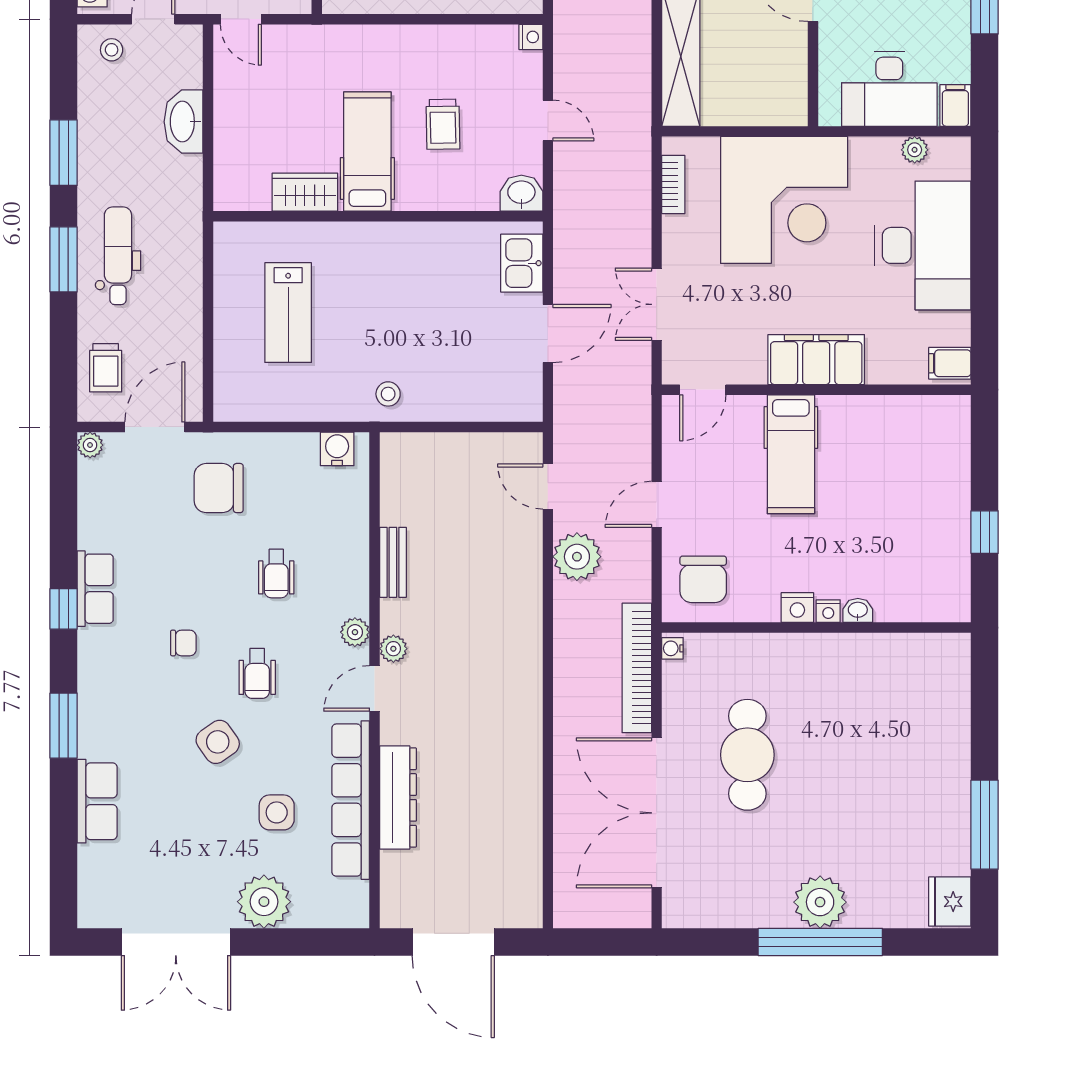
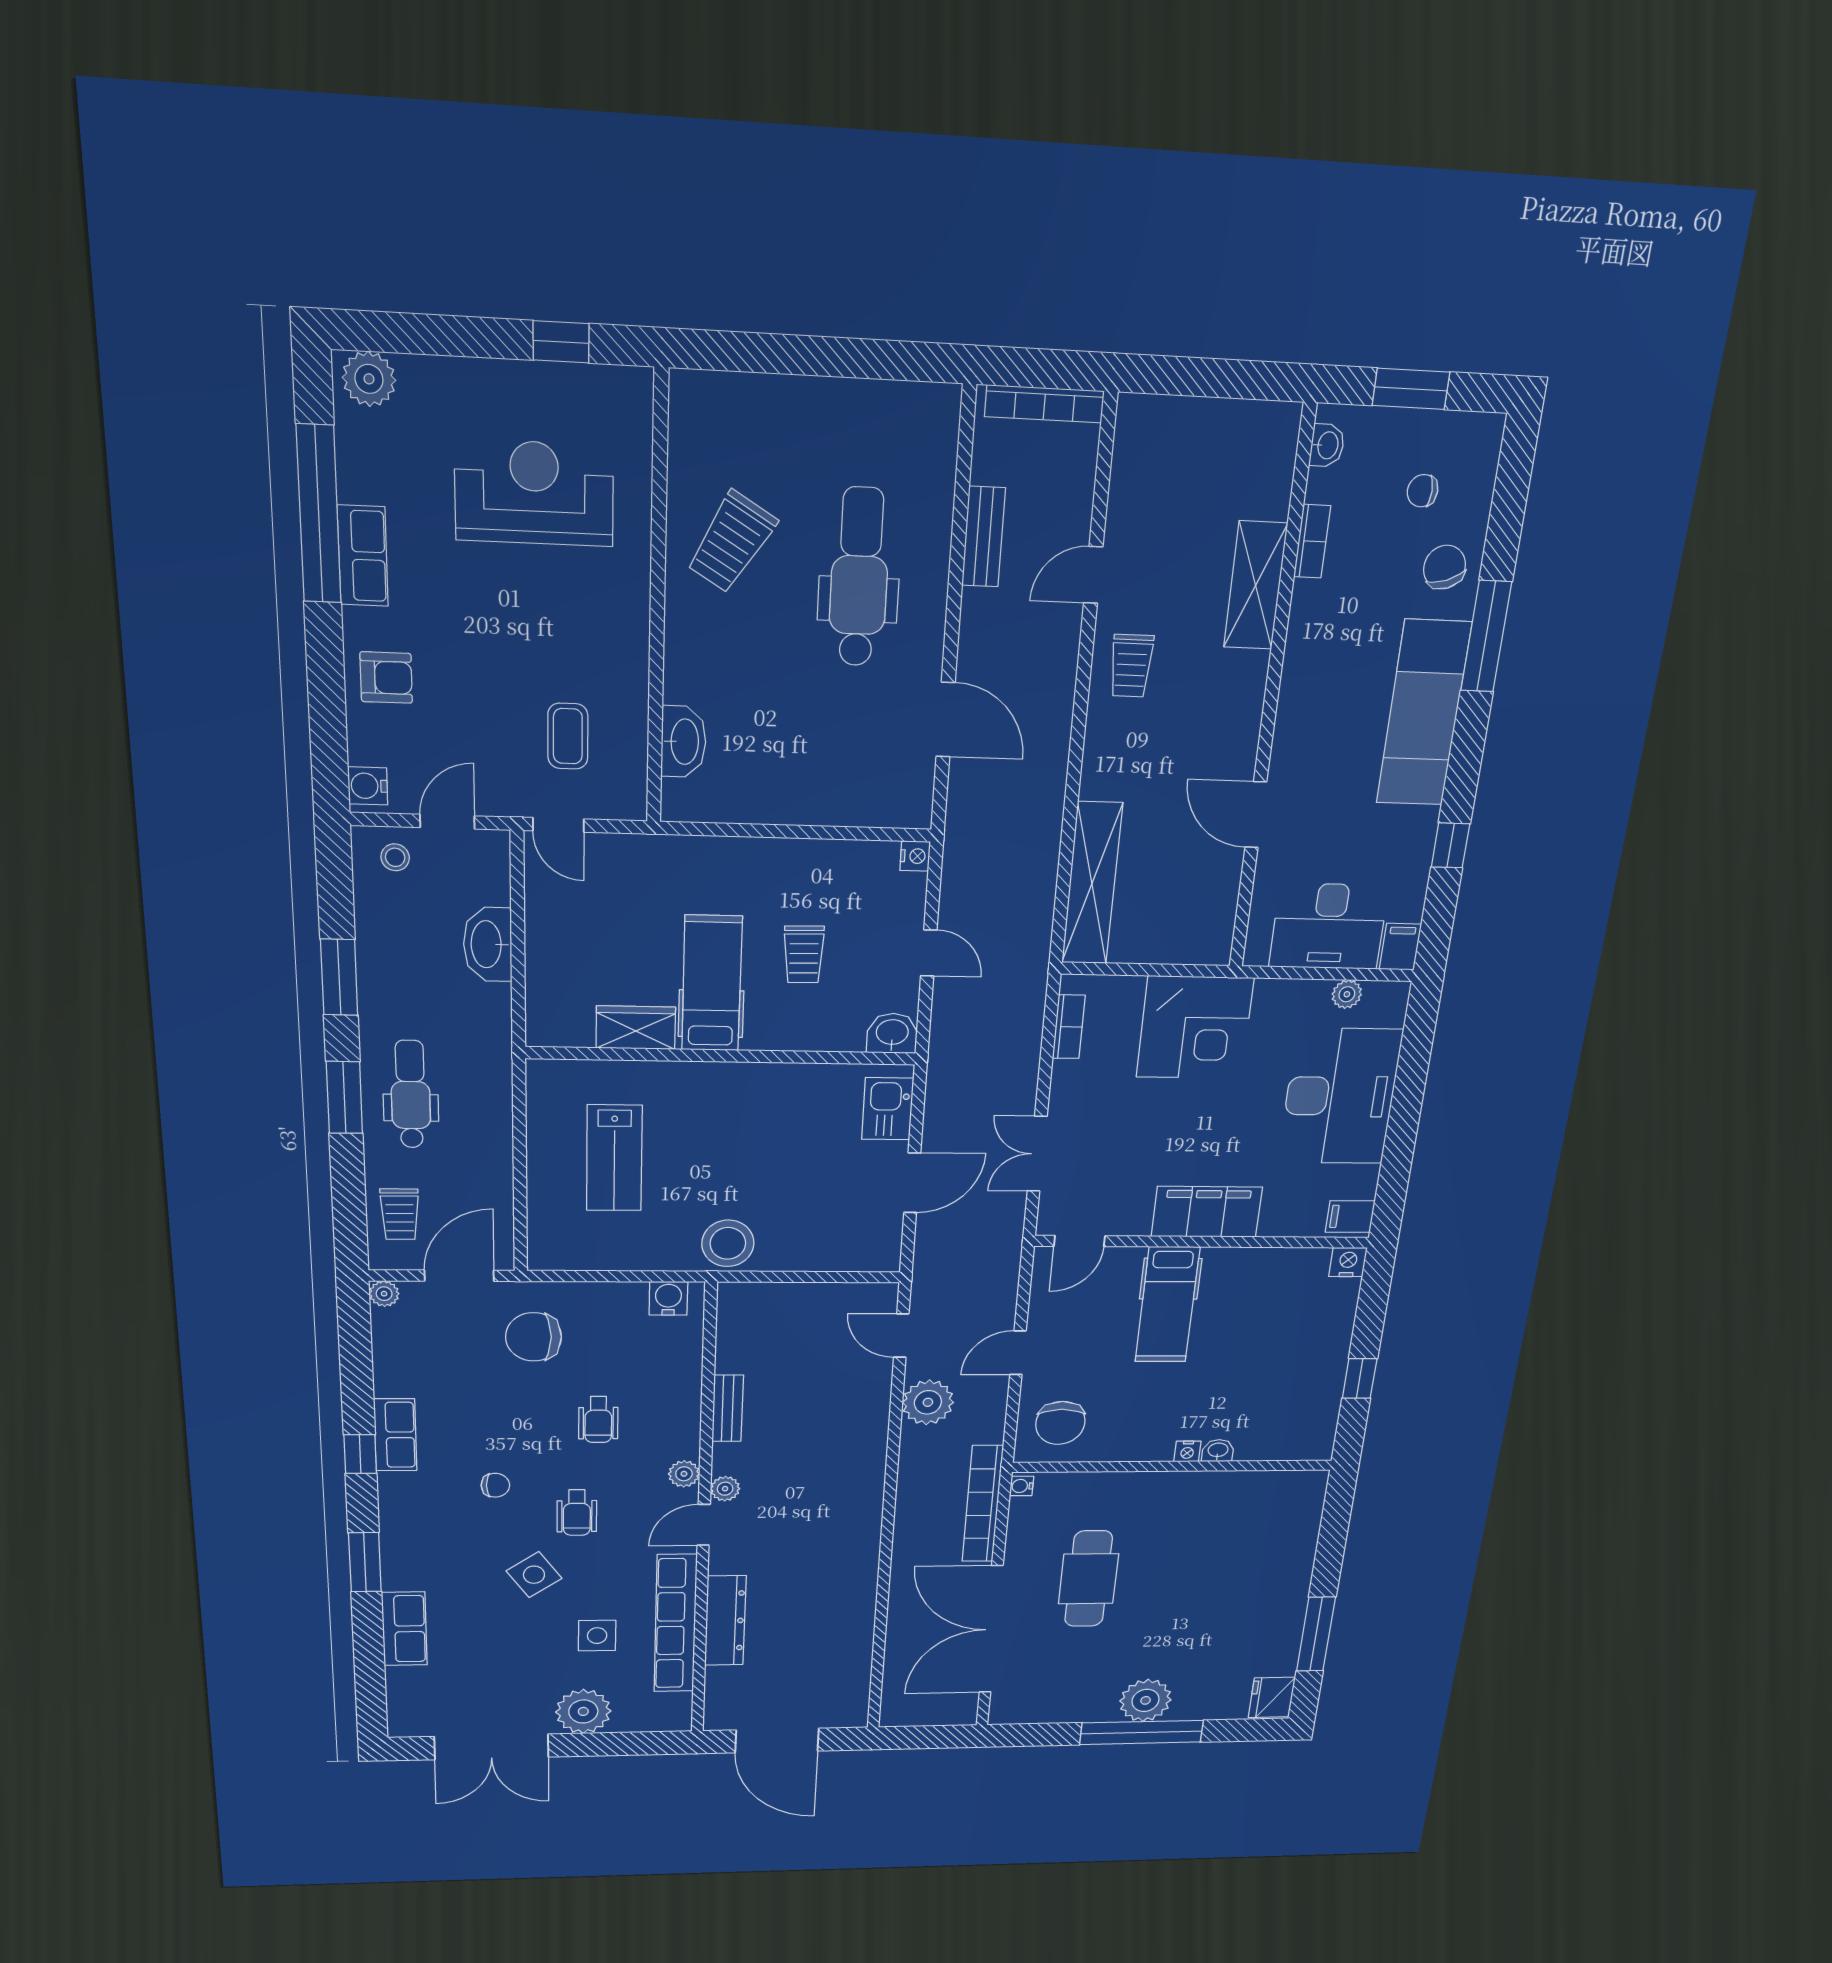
corner desk: (784, 200) -> (1195, 1028), width x0.74, depth x0.74
stool: (388, 394) -> (728, 1243), width x1.89, depth x1.89
nightstand: (797, 608) -> (1348, 1262), moved, turned 180

